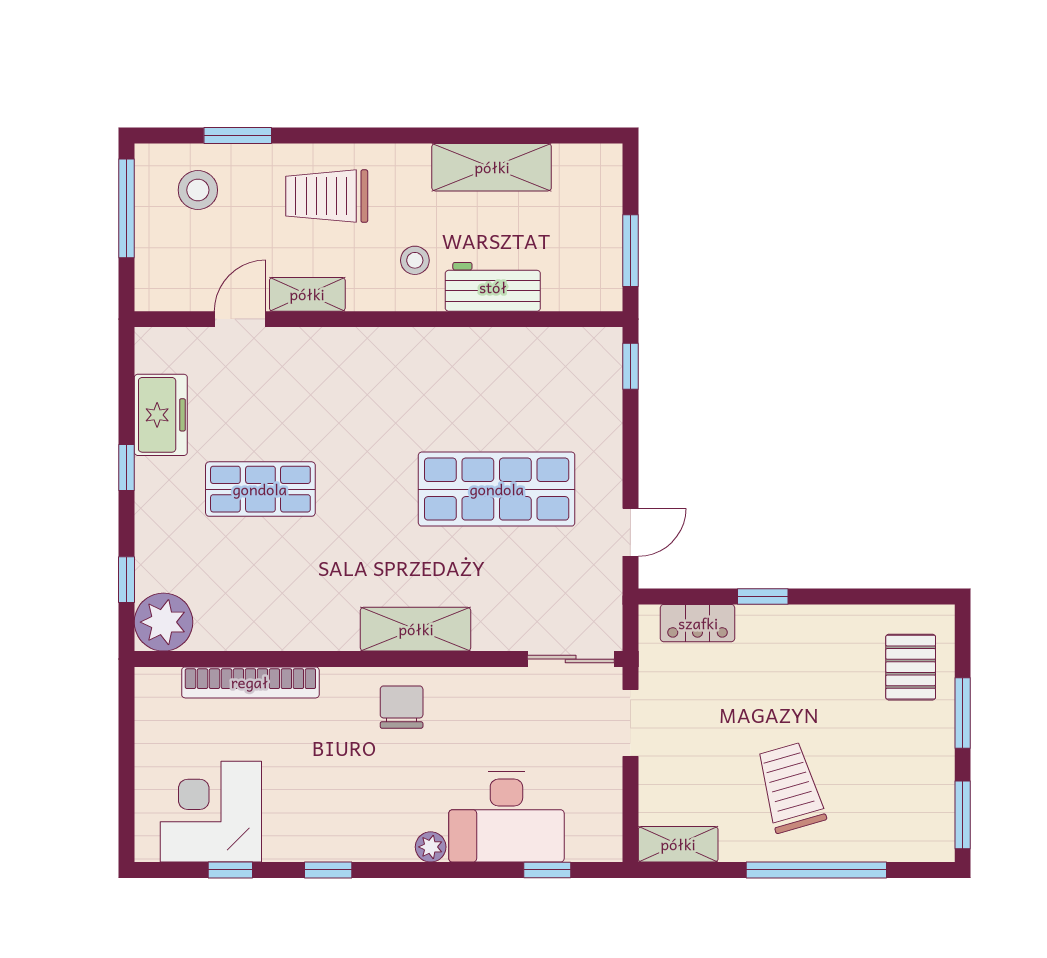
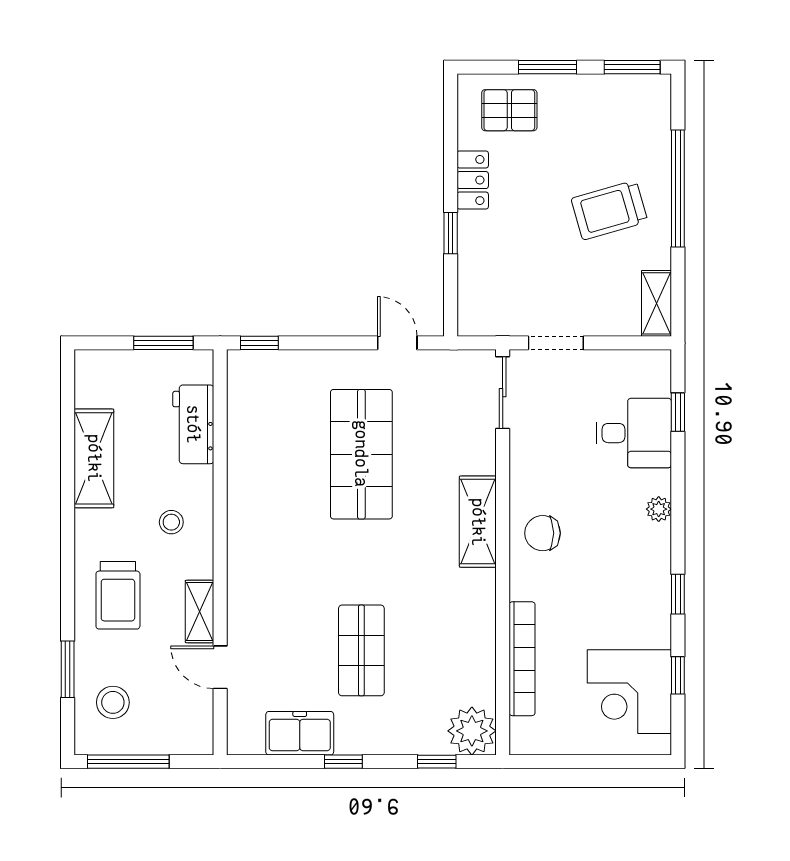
workbench: (493, 287) -> (193, 424), moved
locker: (698, 623) -> (473, 180), moved
desk: (506, 817) -> (634, 433), width x0.73

